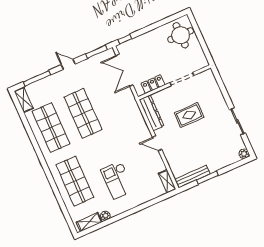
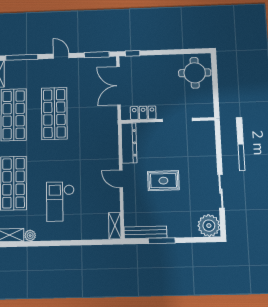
rug: (189, 115) -> (163, 181), moved
plant: (244, 154) -> (209, 226), width x1.88, depth x1.88

